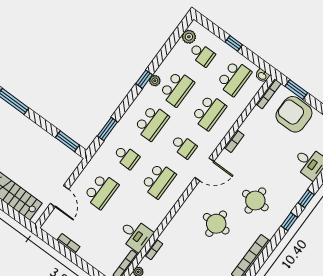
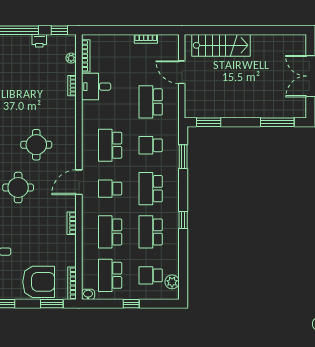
plant: (155, 81) -> (173, 225), removed

